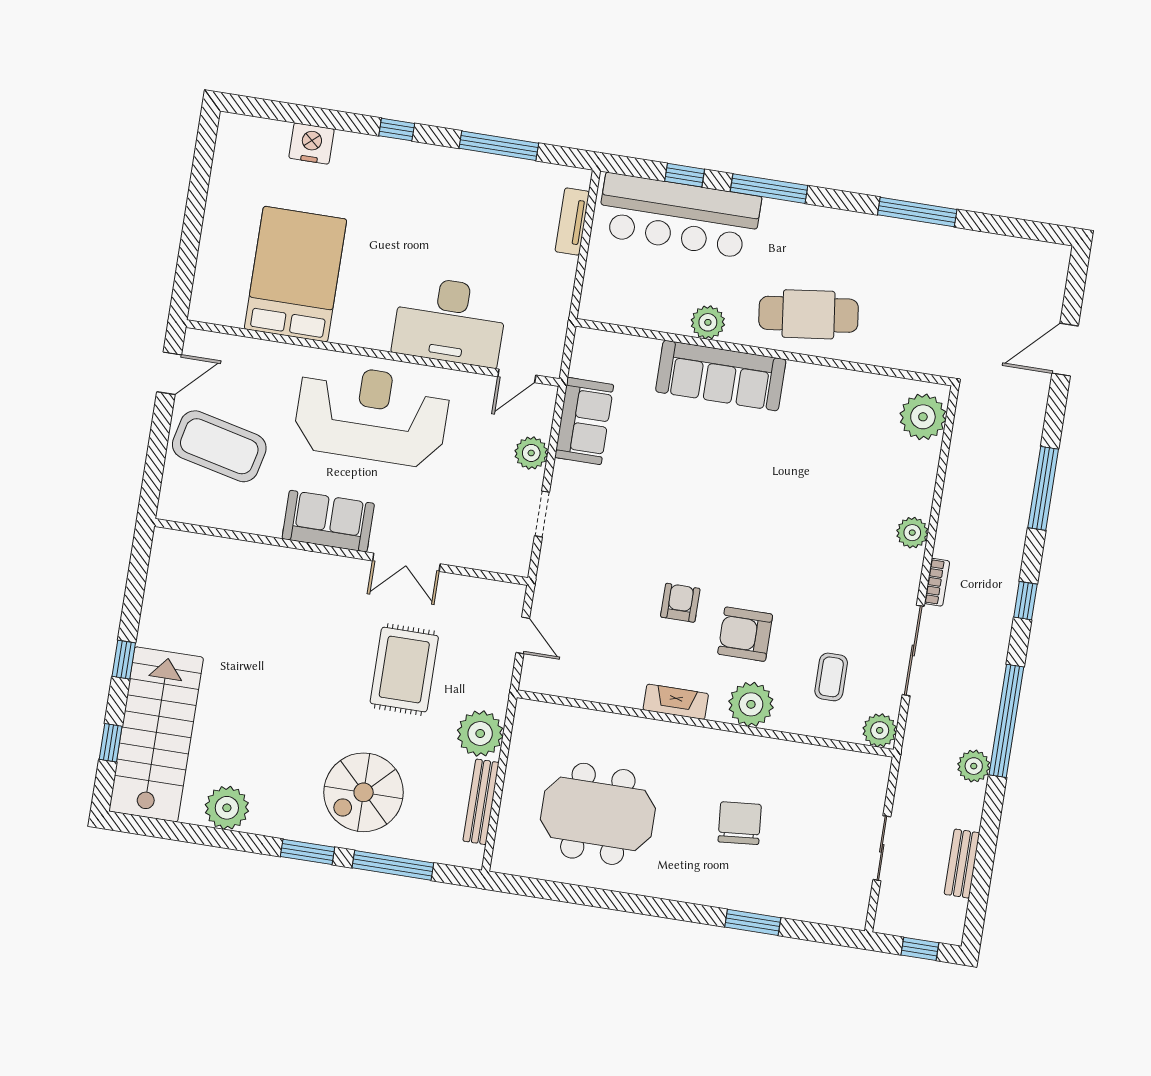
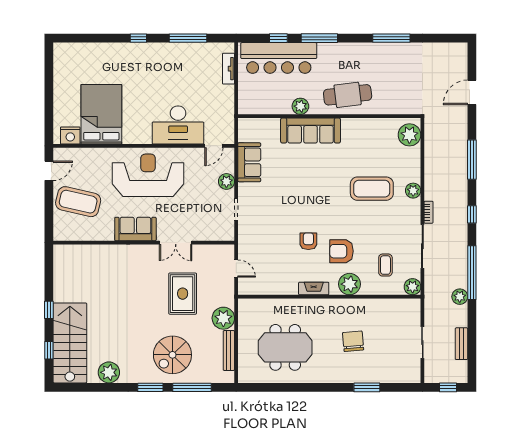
nightstand: (311, 143) -> (70, 136), moved, turned 180
coffee table: (828, 515) -> (372, 189), added

